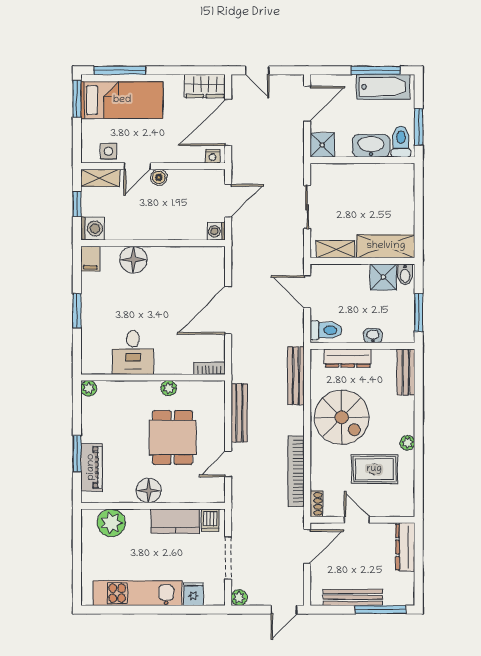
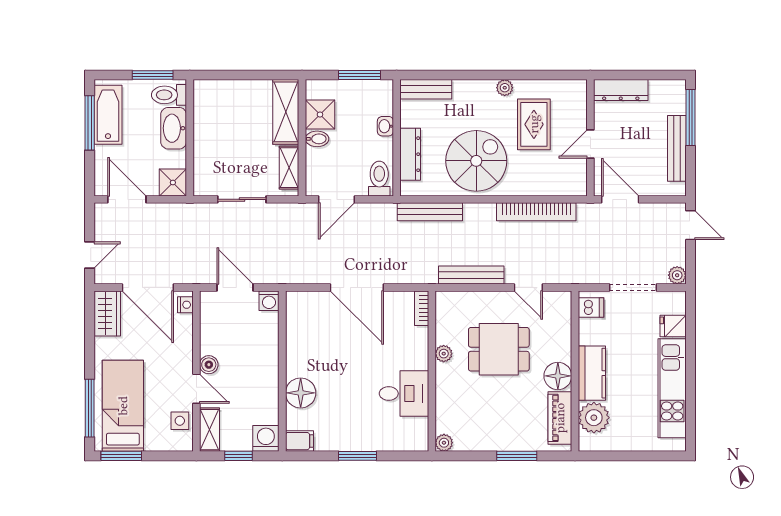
bidet: (405, 274) -> (317, 139), moved
piano: (91, 467) -> (560, 418), moved, turned -90
shoe rack: (316, 504) -> (573, 189), removed
kitchen counter: (175, 521) -> (592, 373), moved

